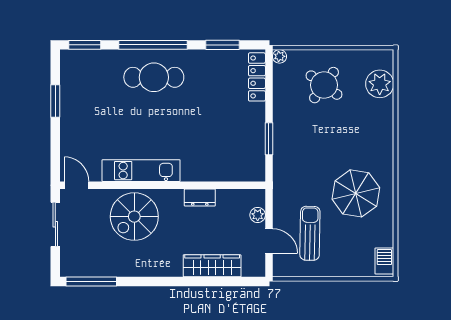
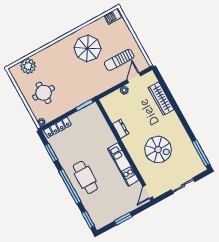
round table: (324, 85) -> (44, 93), turned -36
kitchen unit: (141, 171) -> (123, 164), moved
door: (77, 185) -> (148, 192), moved
wall: (163, 185) -> (125, 150), moved
dresser: (200, 198) -> (121, 129), moved

